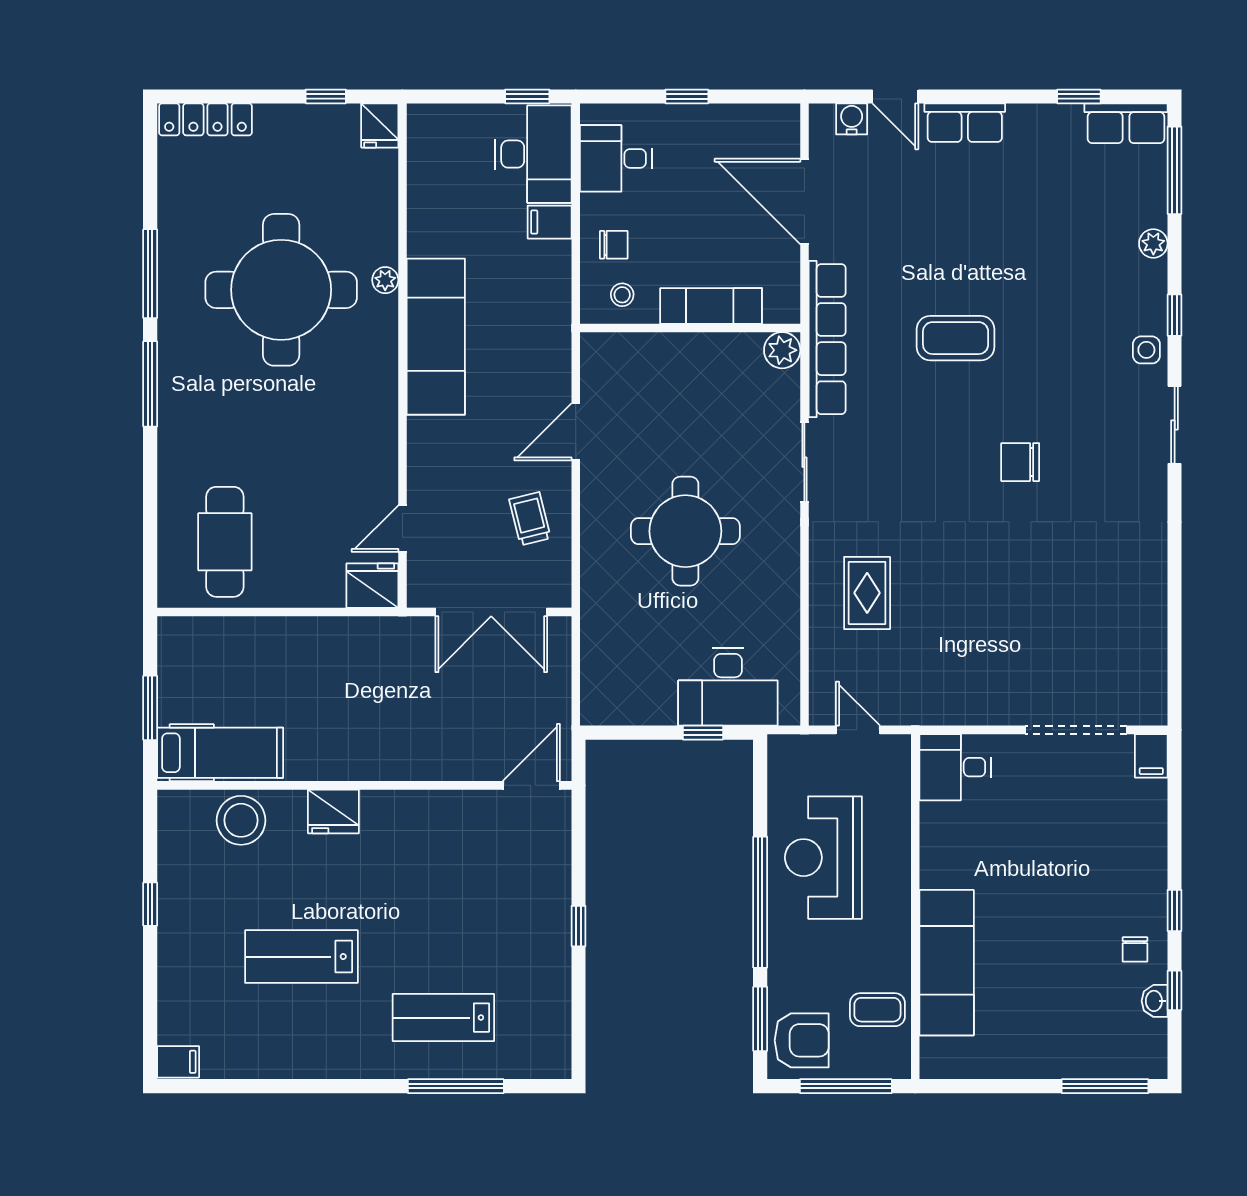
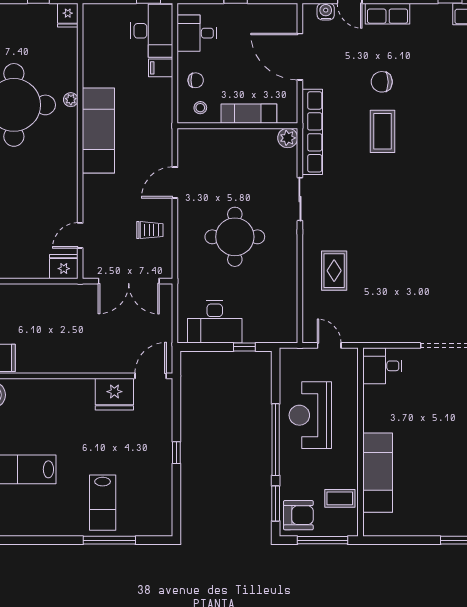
coffee table: (956, 338) -> (383, 131), turned 90
chair: (1020, 462) -> (382, 82), moved
trolley: (530, 519) -> (150, 230), turned 104
desk: (728, 687) -> (215, 322), moved
fridge: (333, 811) -> (114, 394), moved, width x1.36, depth x1.34
lab bench: (443, 1018) -> (103, 503), turned -90

